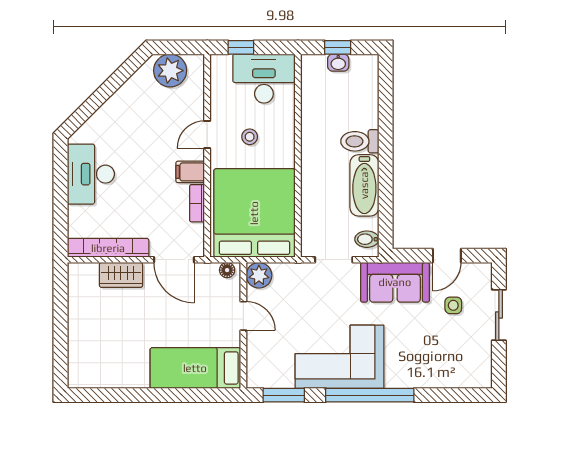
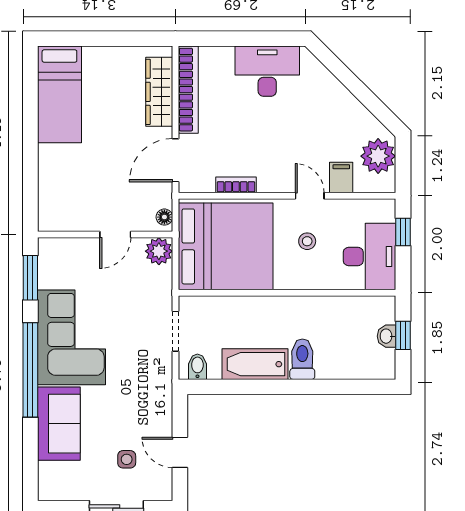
filing cabinet: (190, 172) -> (341, 177), moved
wardrobe: (121, 275) -> (159, 92), width x1.50
sofa: (395, 282) -> (59, 424), moved, turned 180
bed: (195, 368) -> (59, 94), moved, turned 180

